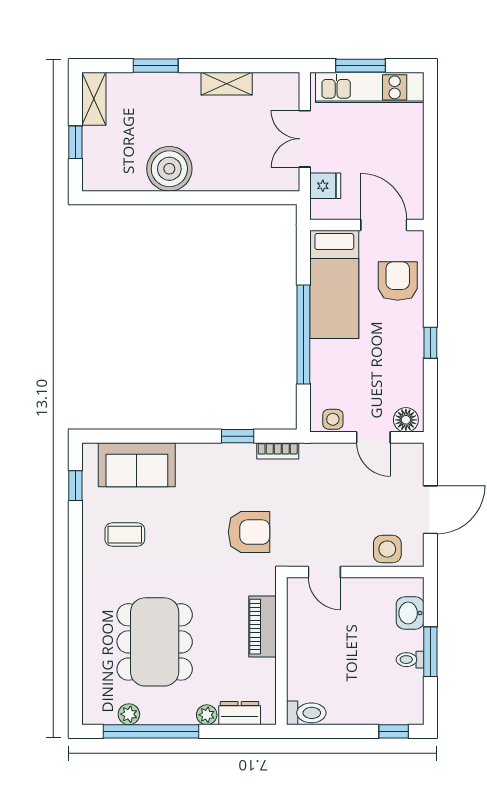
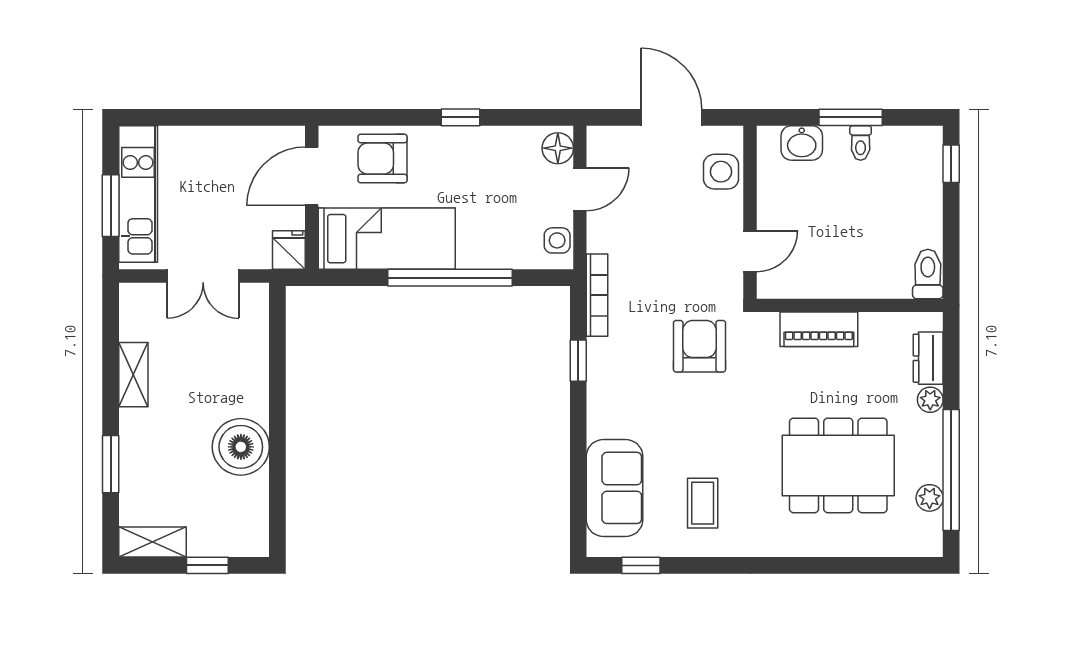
fridge: (325, 186) -> (289, 250), moved
bookcase: (278, 451) -> (597, 295), width x1.56

